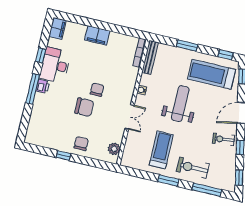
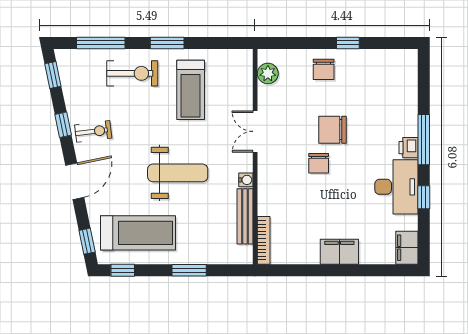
bench: (150, 57) -> (245, 216), moved
weight bench: (180, 104) -> (178, 173), turned -90

